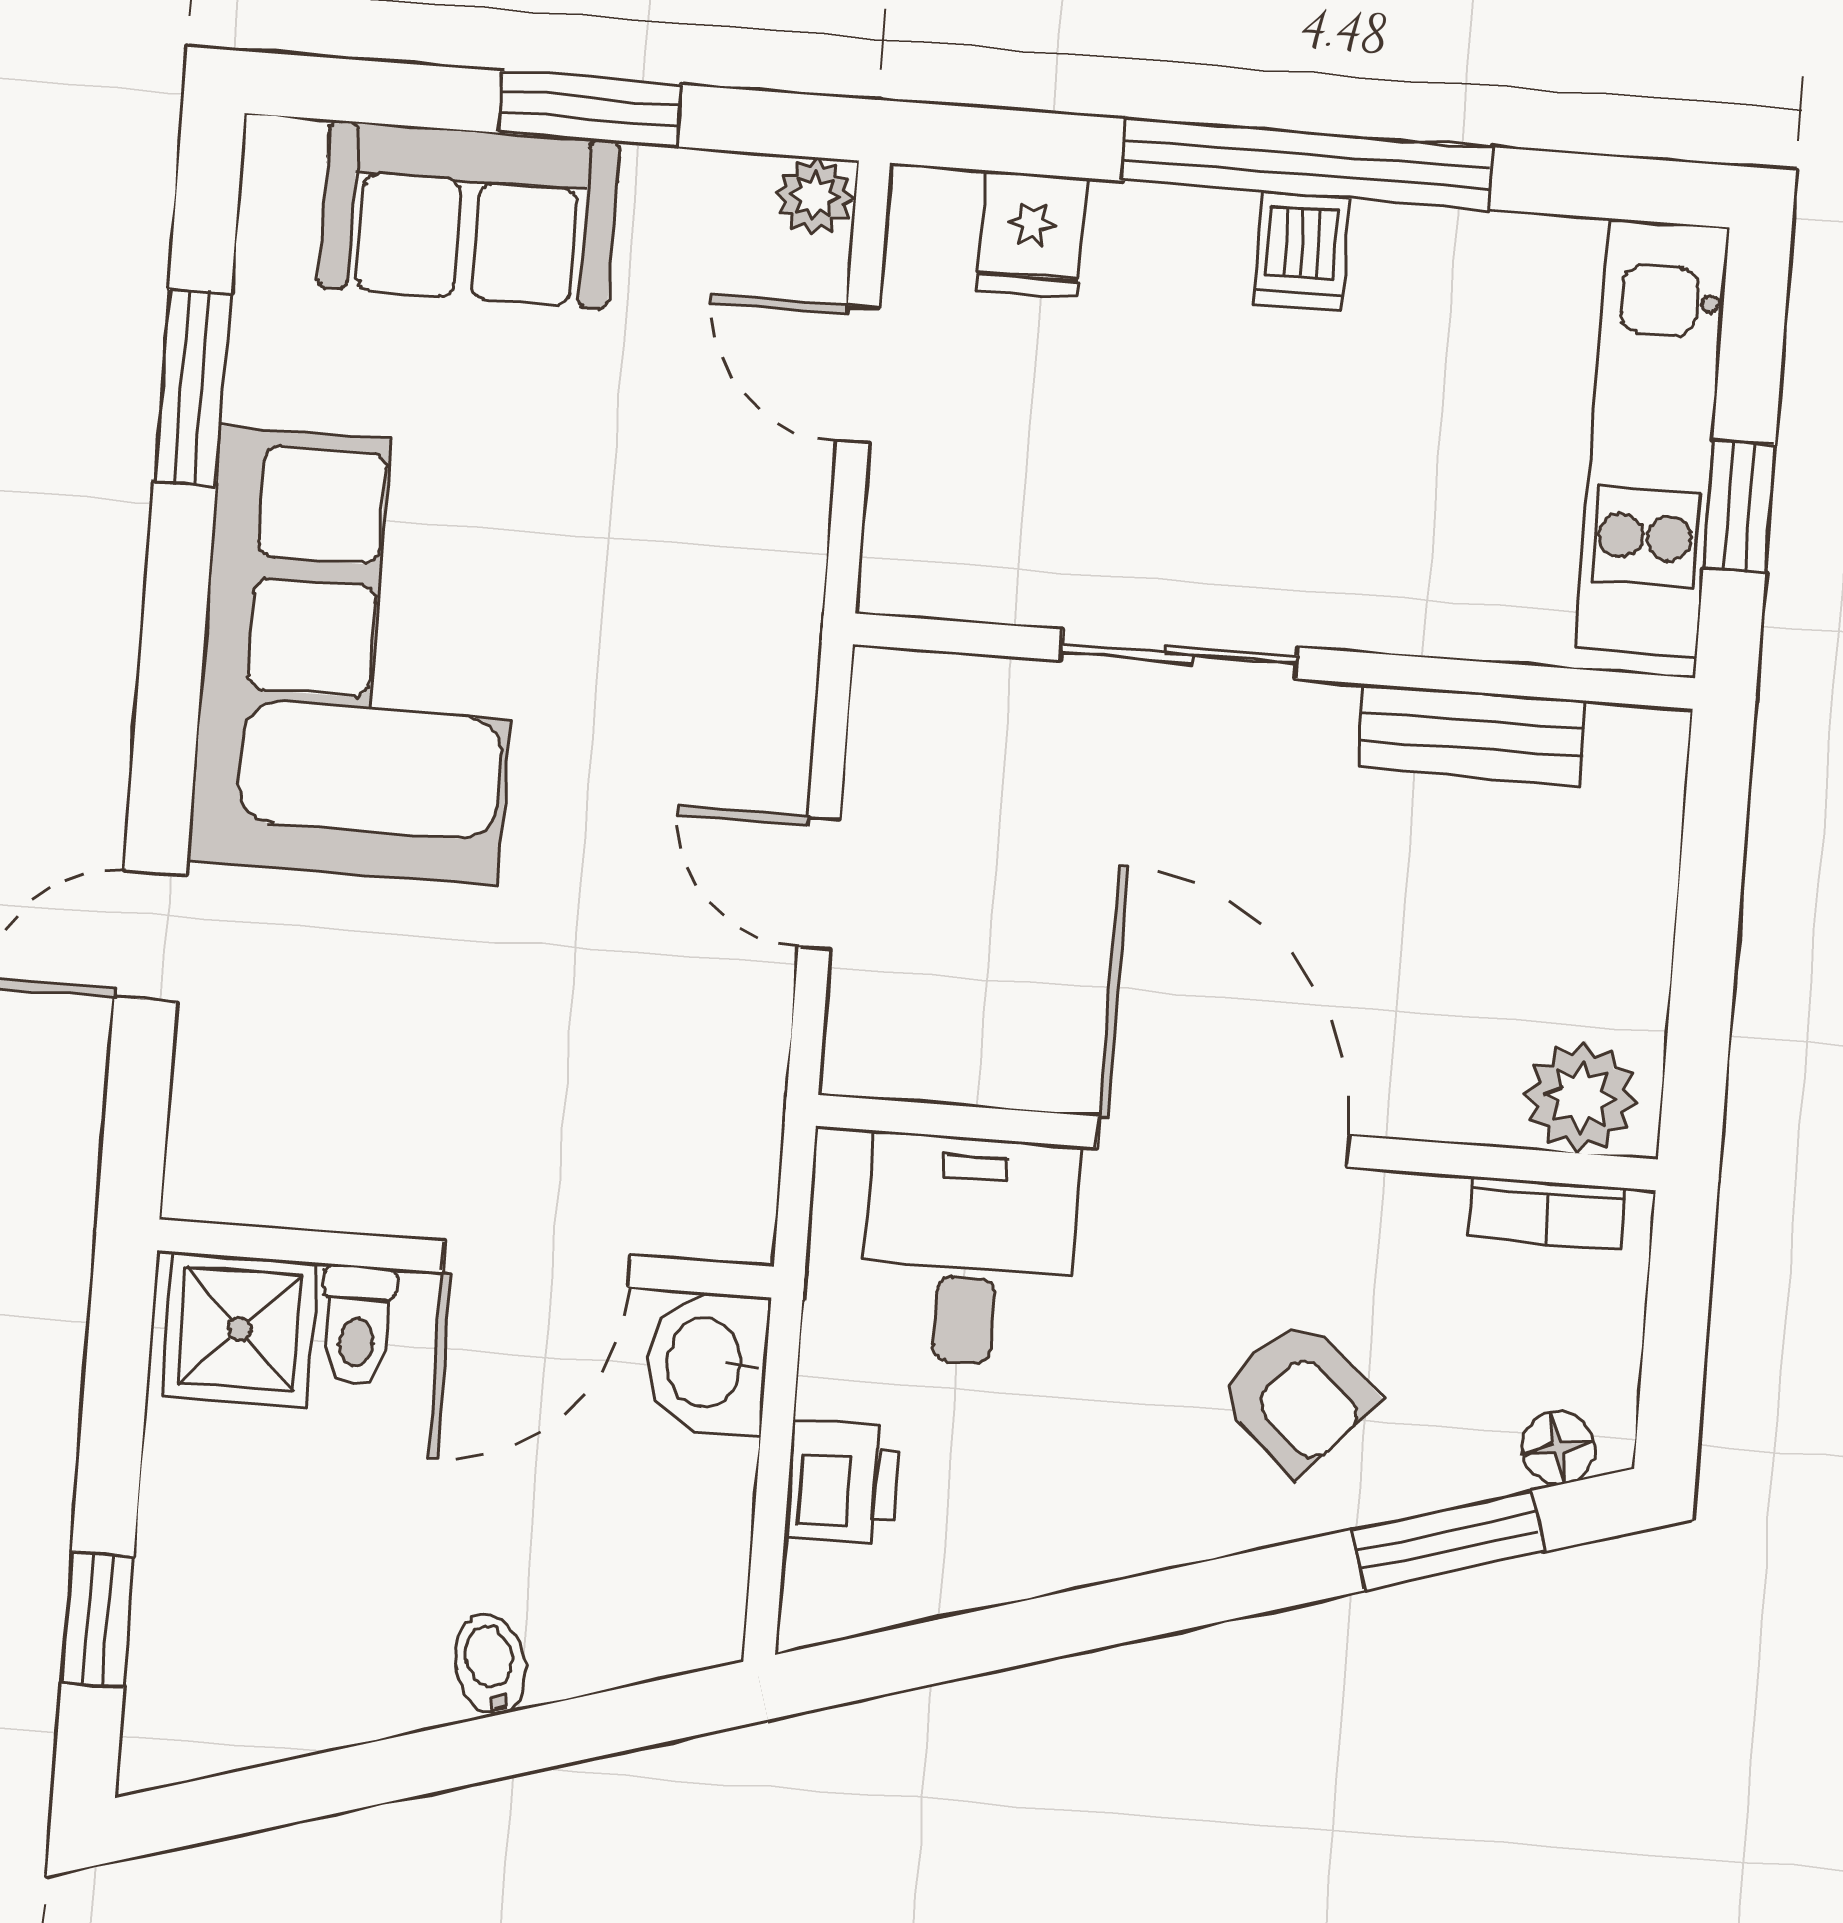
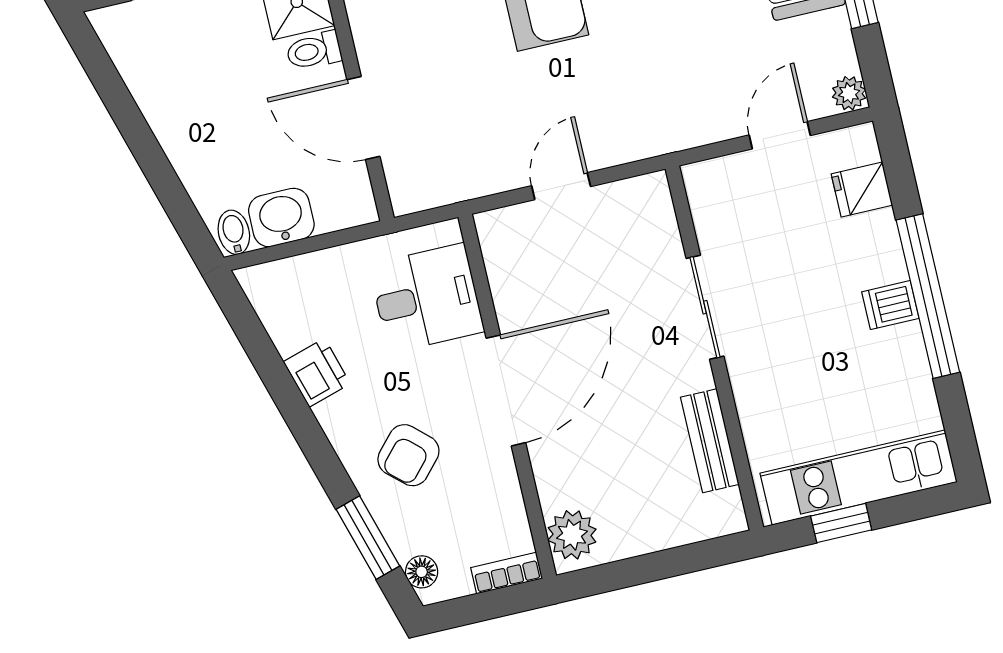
bookcase: (1546, 1213) -> (507, 573), moved, turned 90
washbasin: (707, 1363) -> (281, 218), moved
printer: (843, 1482) -> (317, 373), moved, turned -107
bidet: (490, 1665) -> (234, 232), moved, turned -73

